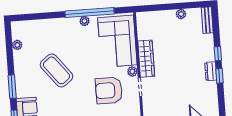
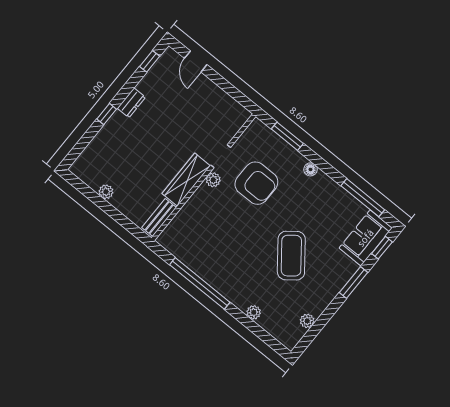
bench: (207, 20) -> (159, 218), moved
plant: (85, 21) -> (254, 312), moved
corner sofa: (117, 41) -> (199, 226), removed
window: (219, 76) -> (150, 61), moved

